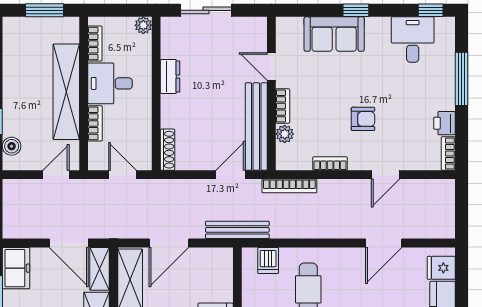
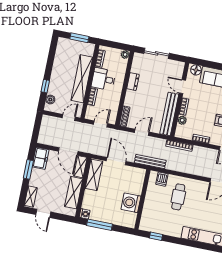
floor lamp: (292, 27) -> (196, 70), added
door: (122, 175) -> (101, 124), hinge flipped
door: (231, 175) -> (142, 132), moved
door: (169, 243) -> (116, 161), swing flipped

